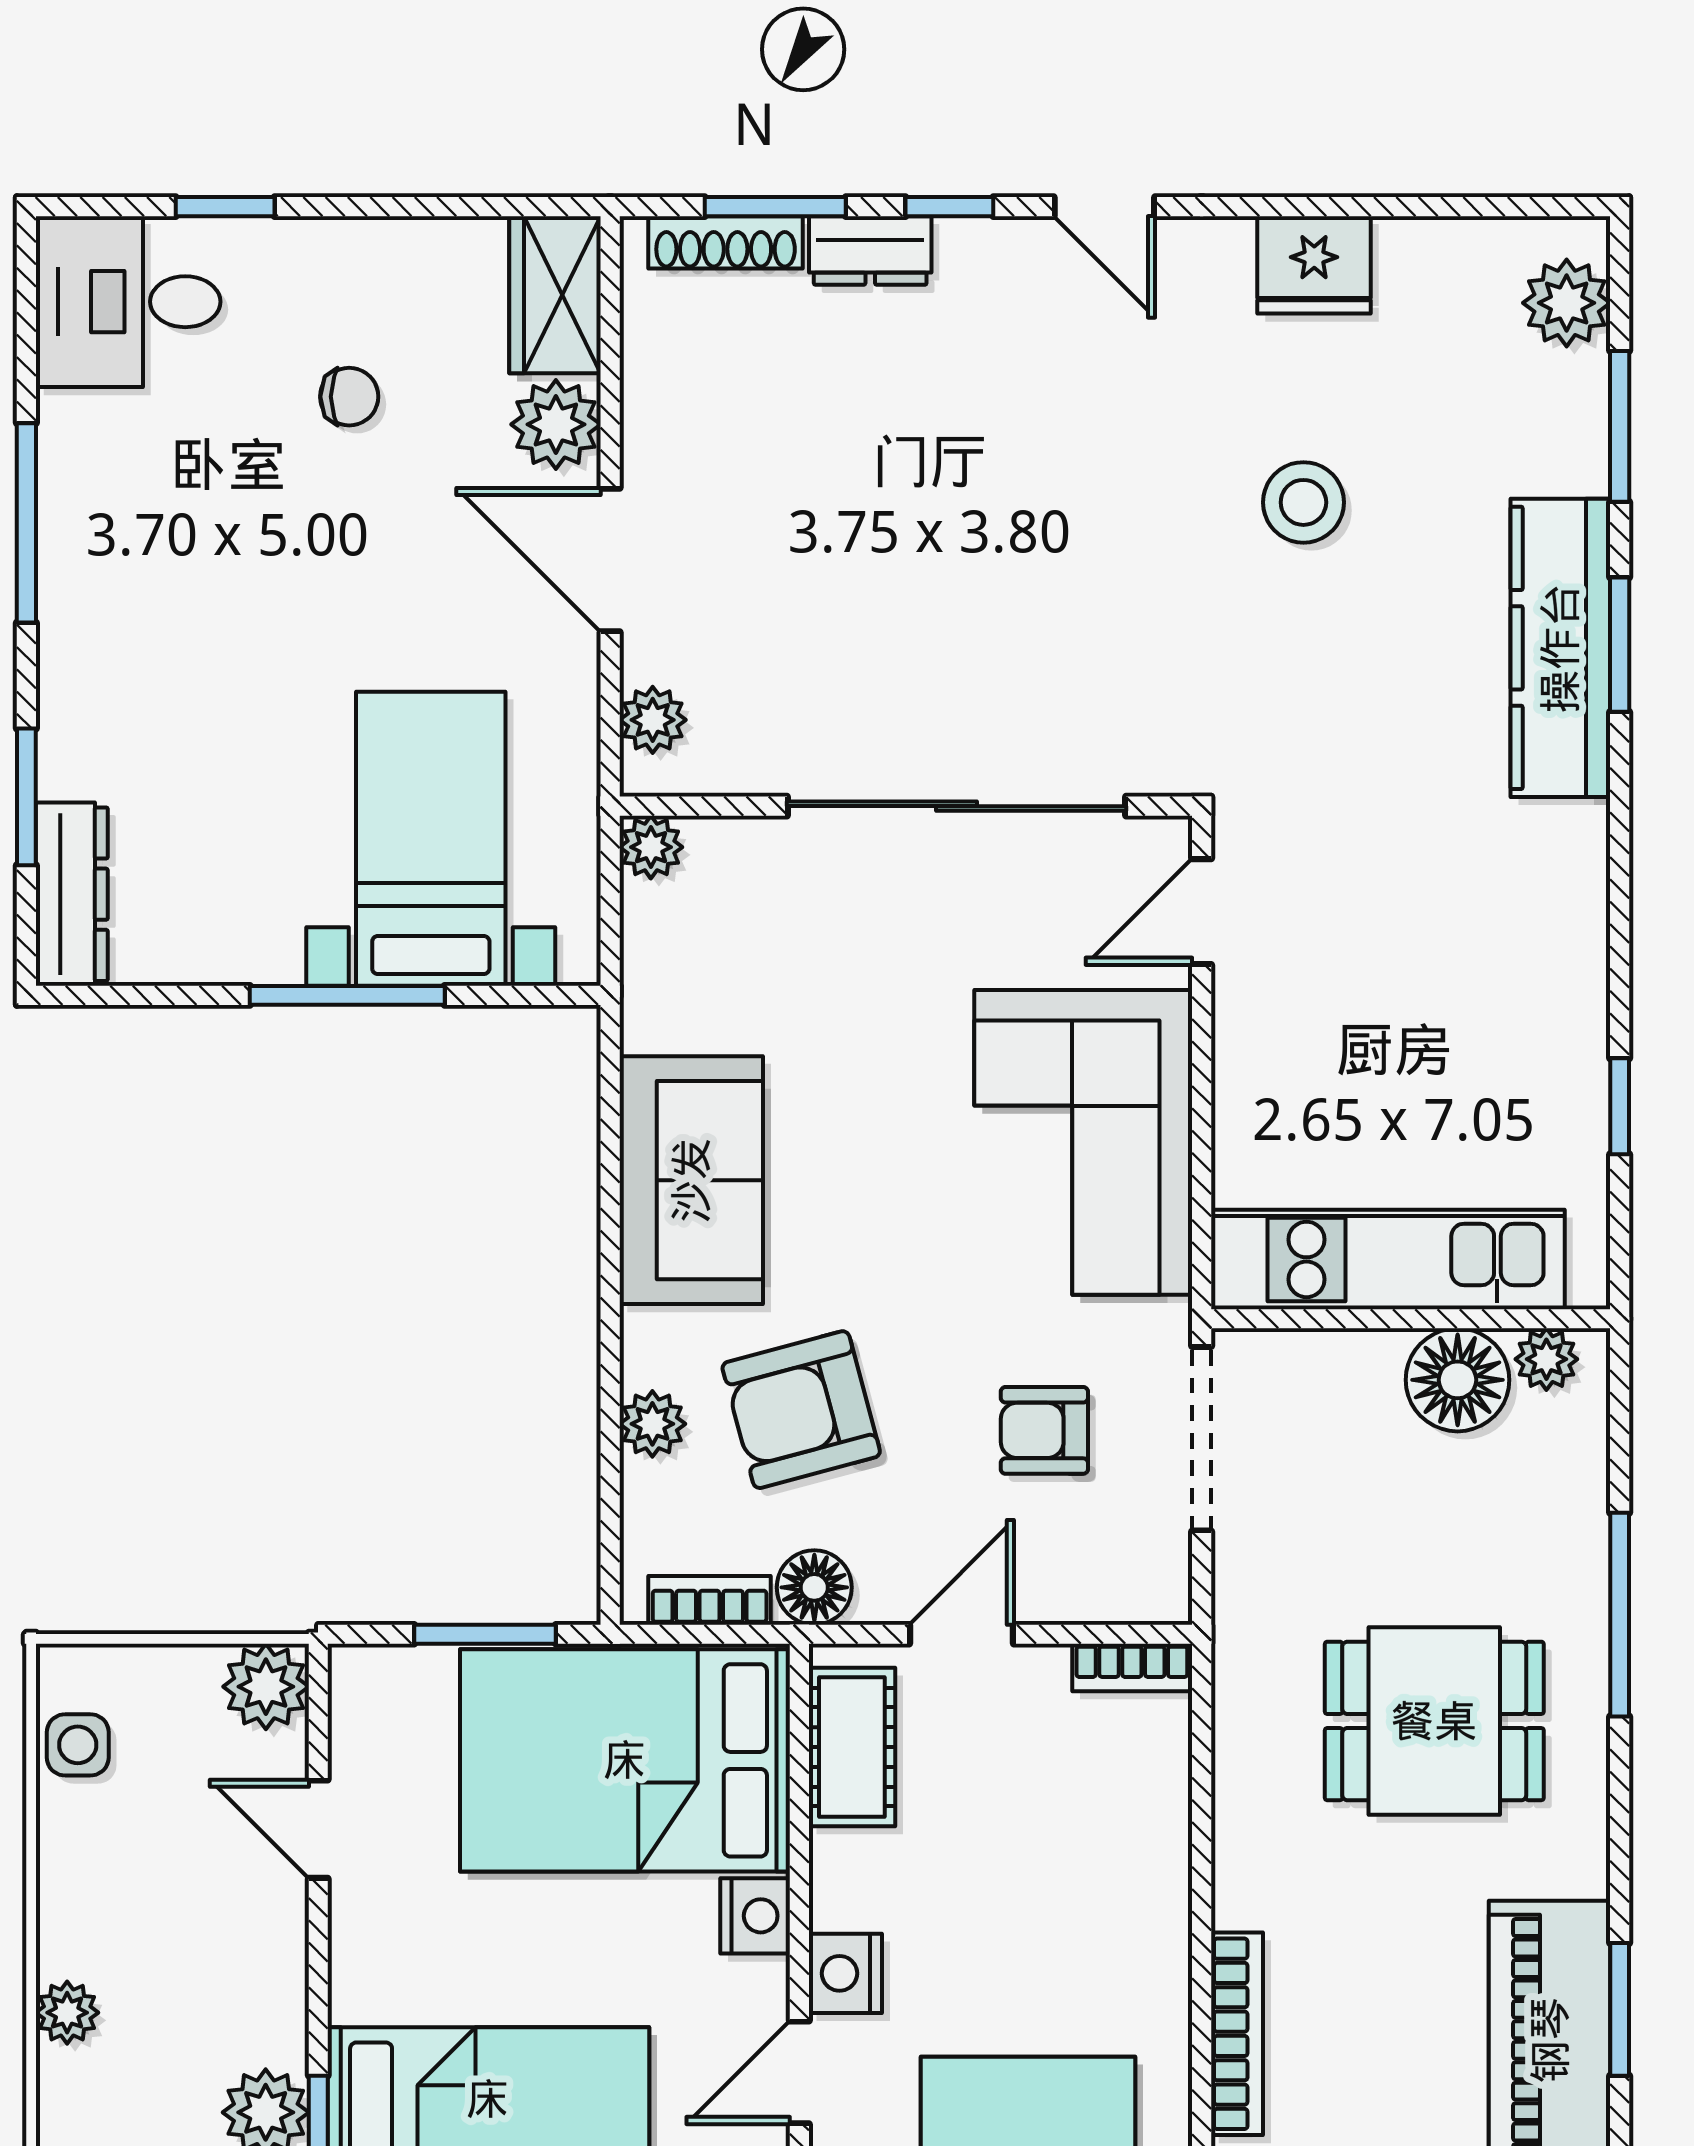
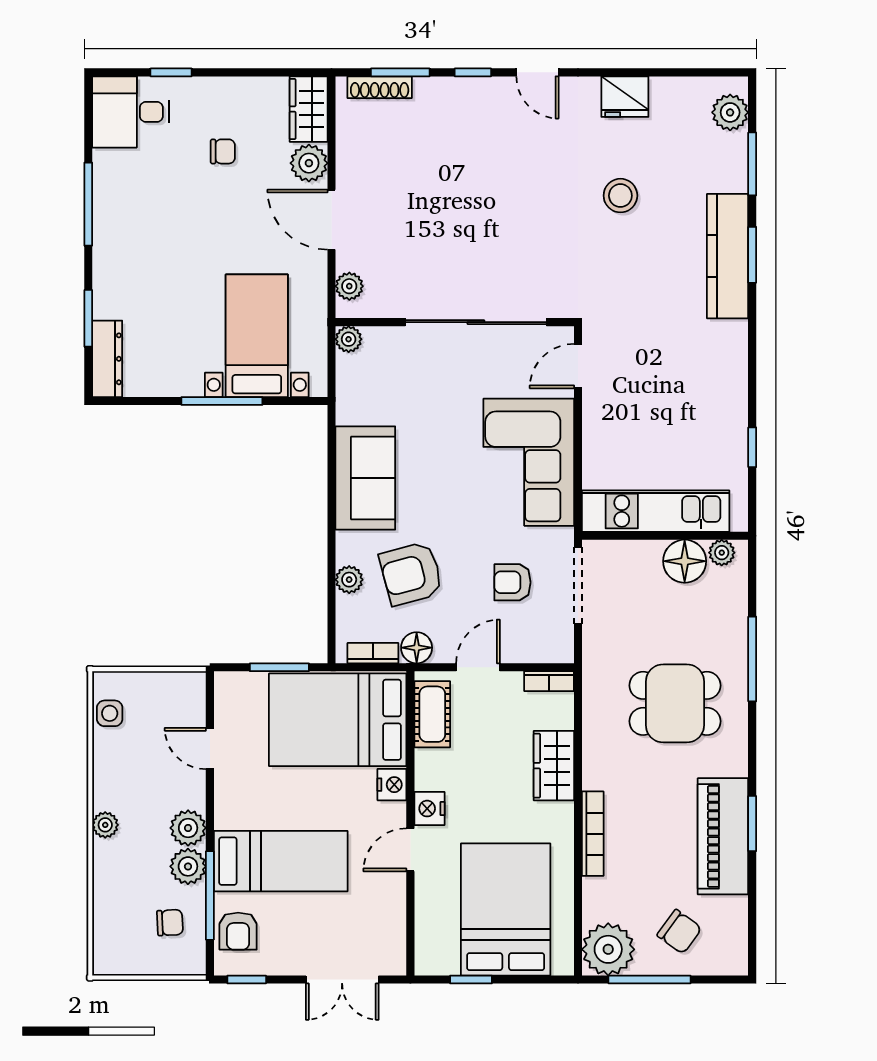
dresser: (870, 251) -> (440, 91), removed
plant: (266, 1687) -> (188, 828), moved
wardrobe: (1144, 1870) -> (554, 766), added

